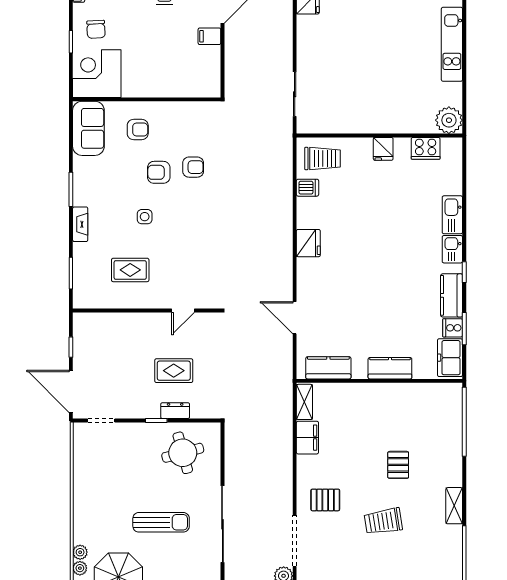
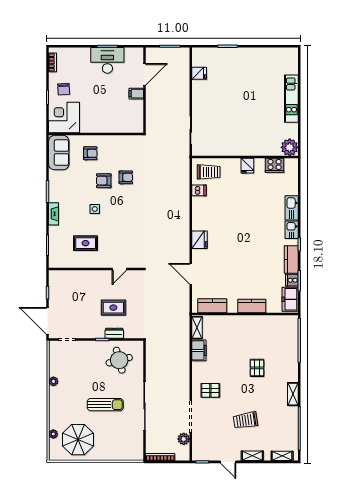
fridge: (308, 243) -> (199, 240), moved
trolley: (383, 521) -> (246, 420), moved
plant: (80, 552) -> (53, 381), moved

